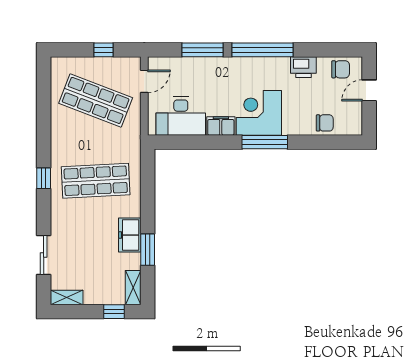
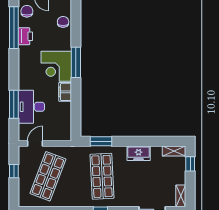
window: (262, 50) -> (14, 28), moved
door: (144, 81) -> (35, 144), hinge flipped
desk: (181, 116) -> (31, 107), moved, turned 180
window: (148, 250) -> (101, 141), moved

